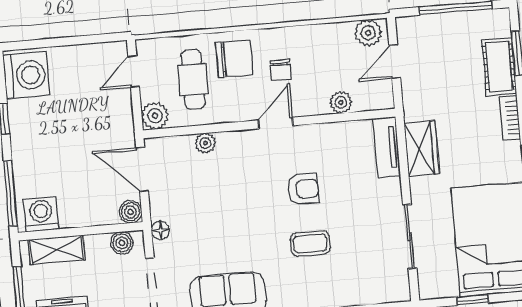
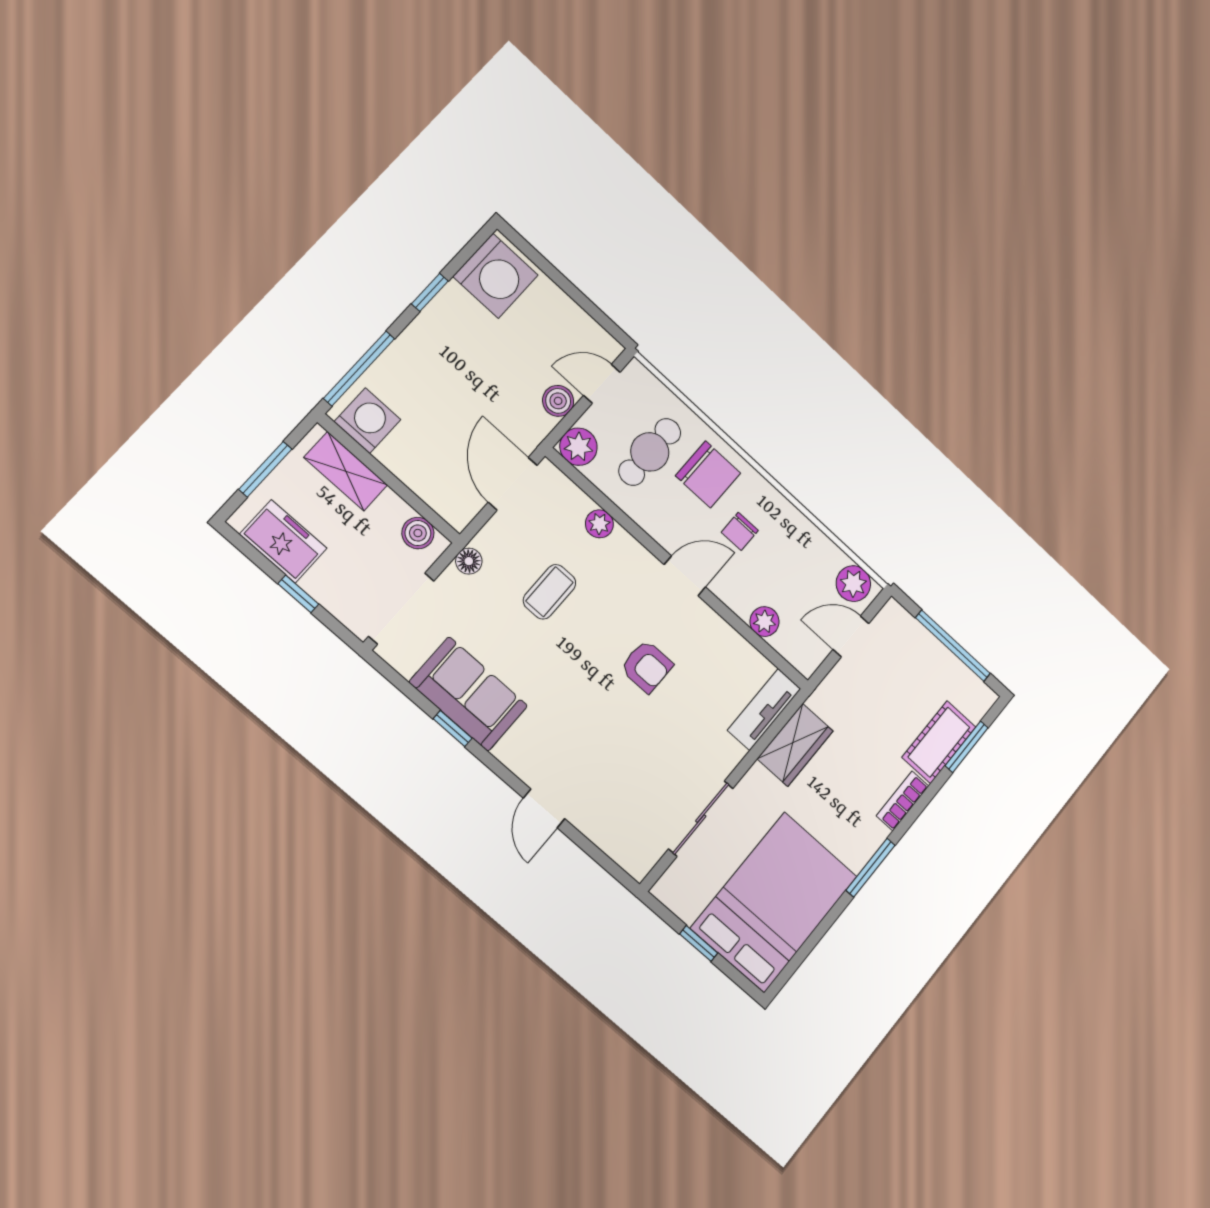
boiler: (130, 212) -> (558, 401), moved
coffee table: (310, 243) -> (550, 592), moved, turned 90

